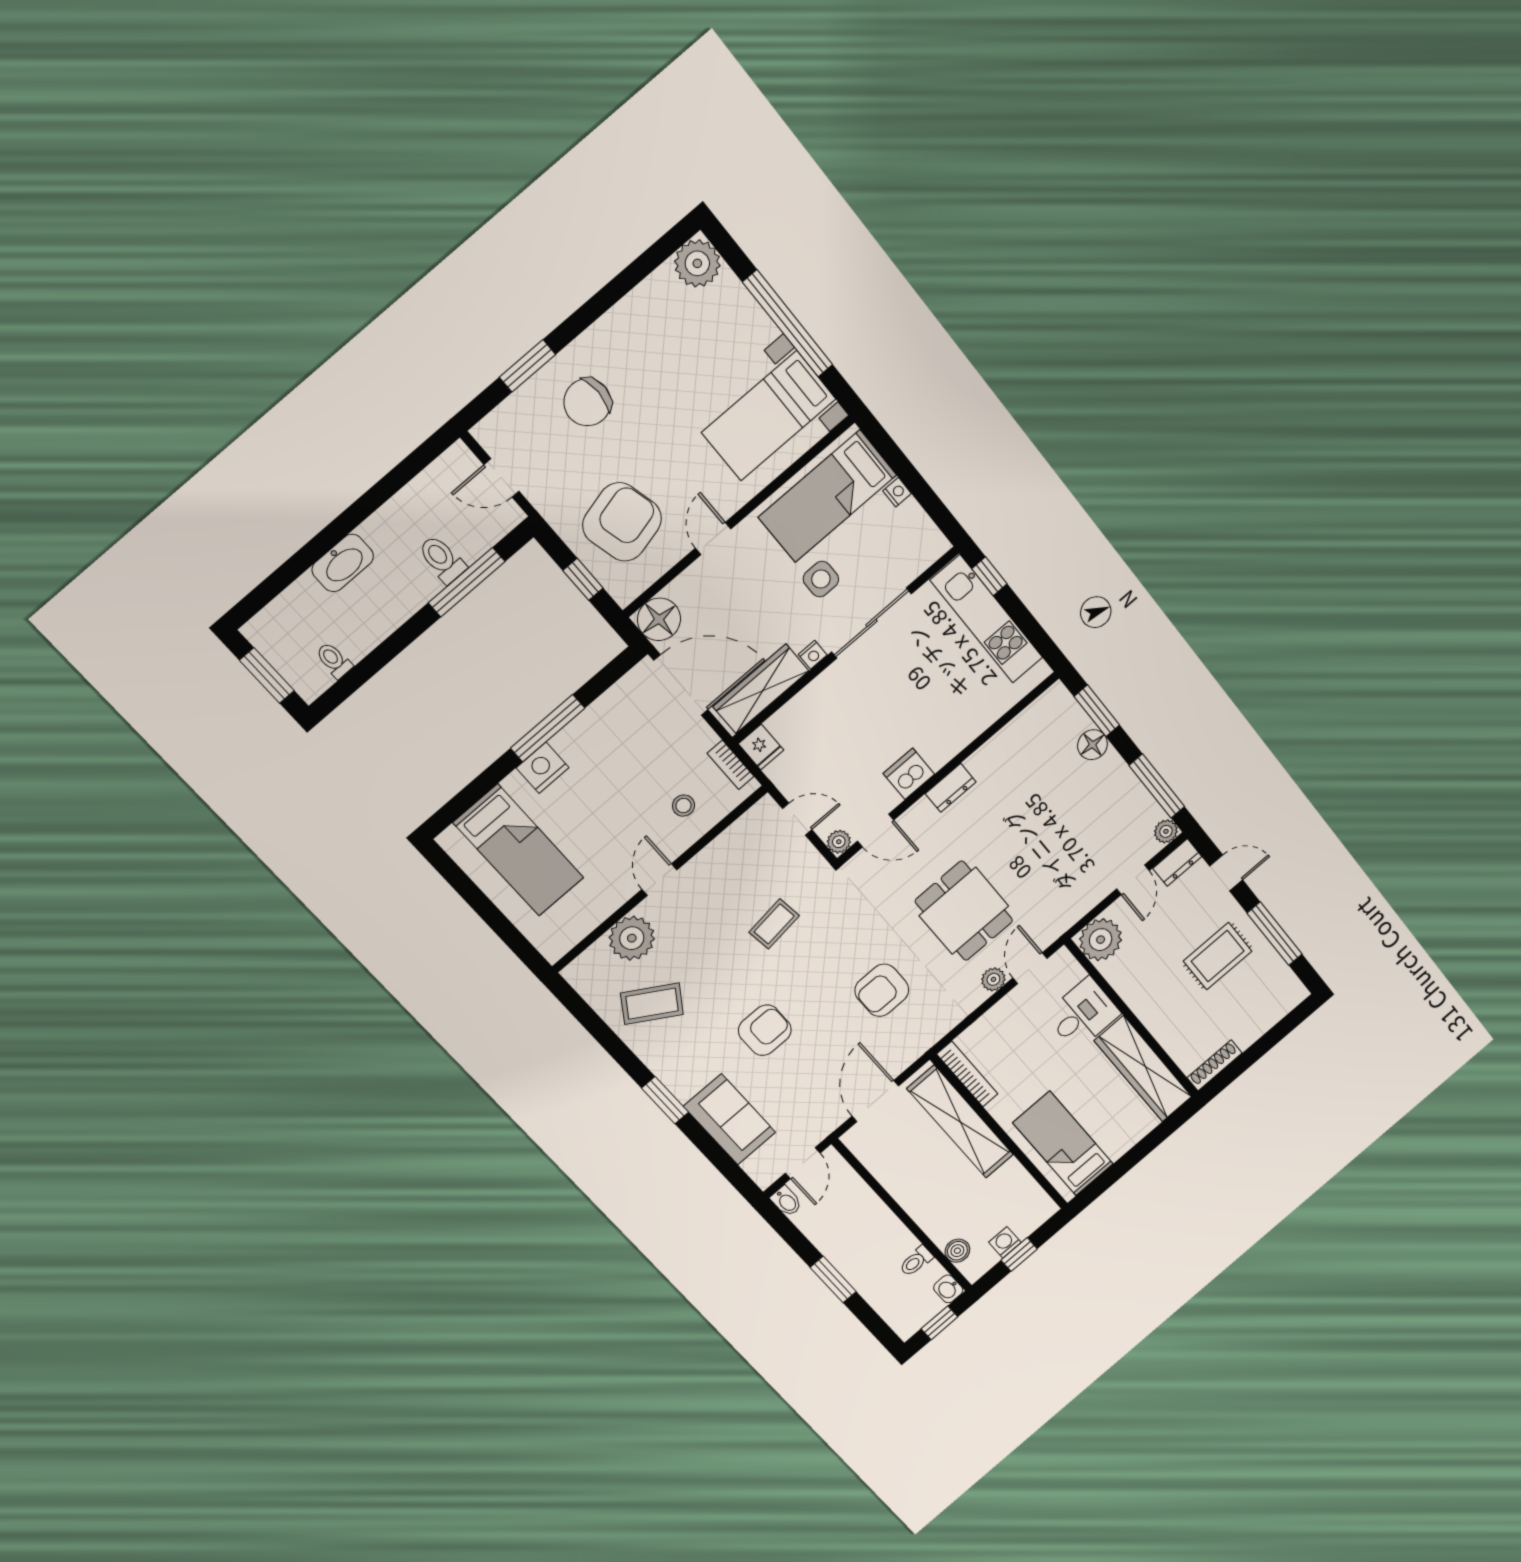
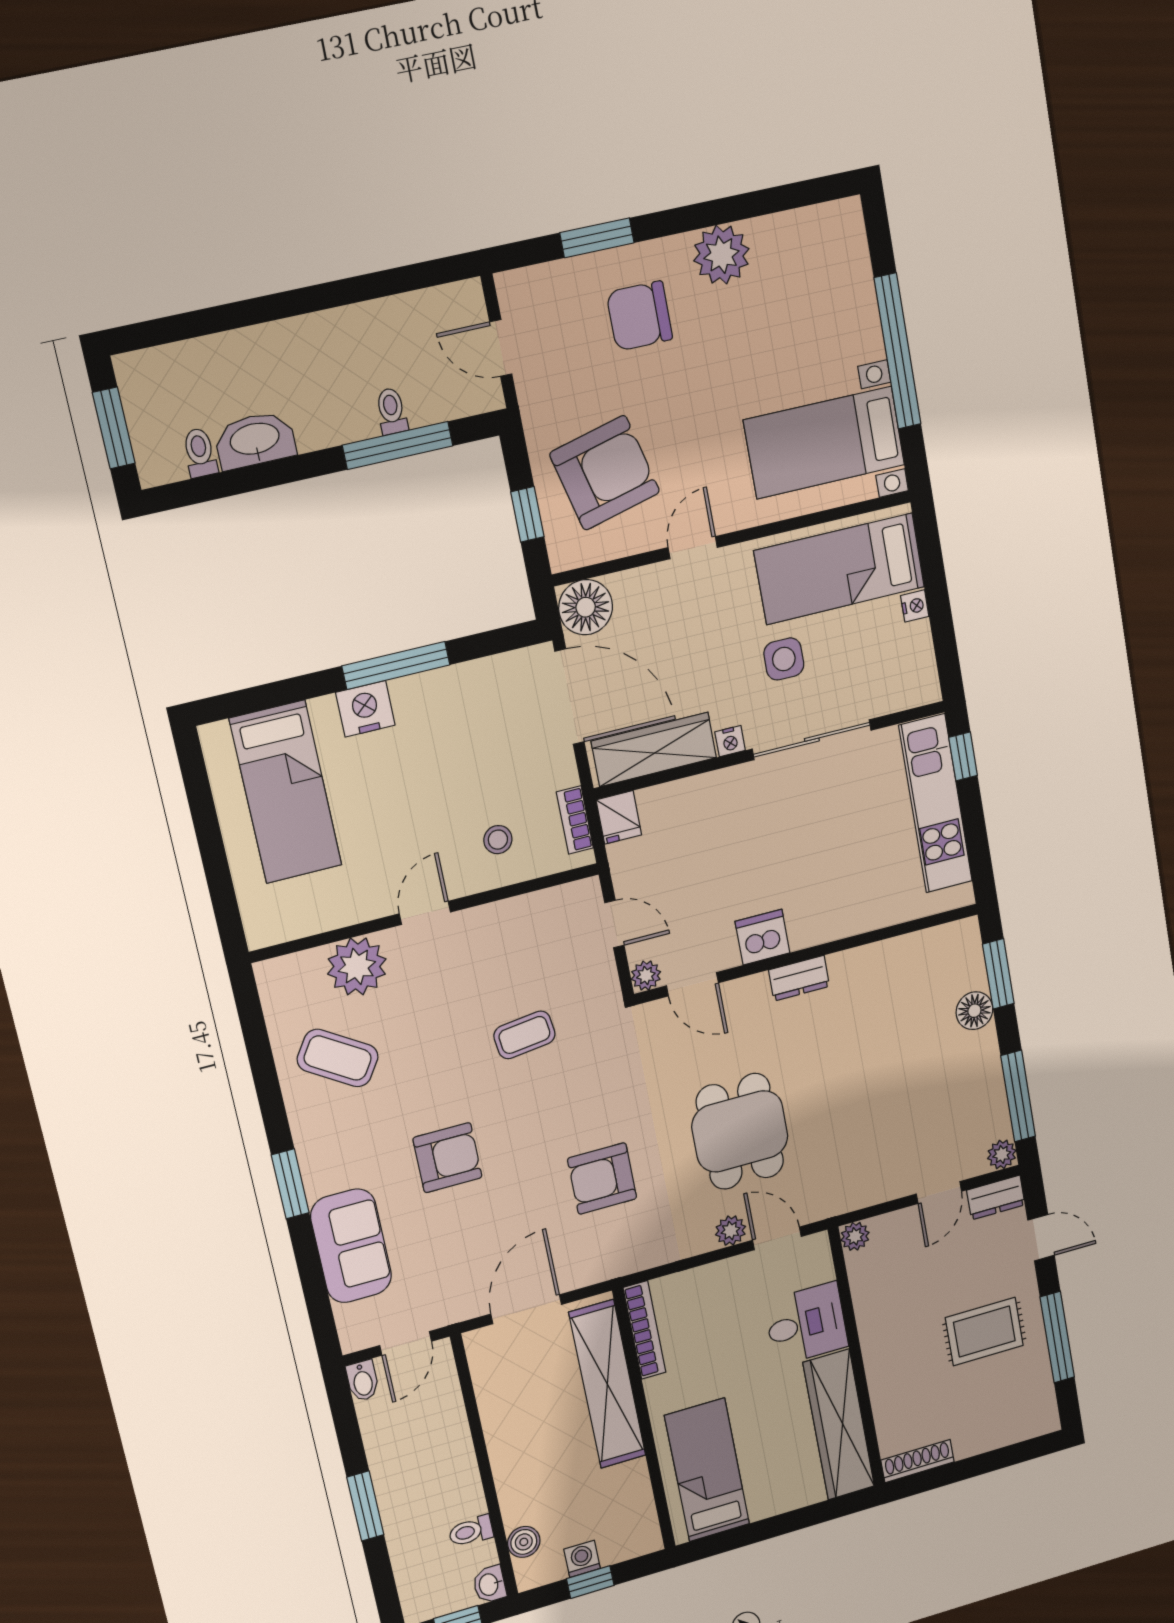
plant: (697, 263) -> (721, 255), moved
toilet: (442, 559) -> (391, 411), width x0.73, depth x0.72
washbasin: (343, 563) -> (255, 440), moved, turned 180
plant: (1101, 940) -> (855, 1236), width x0.53, depth x0.53
door: (1030, 968) -> (777, 1238), hinge flipped

